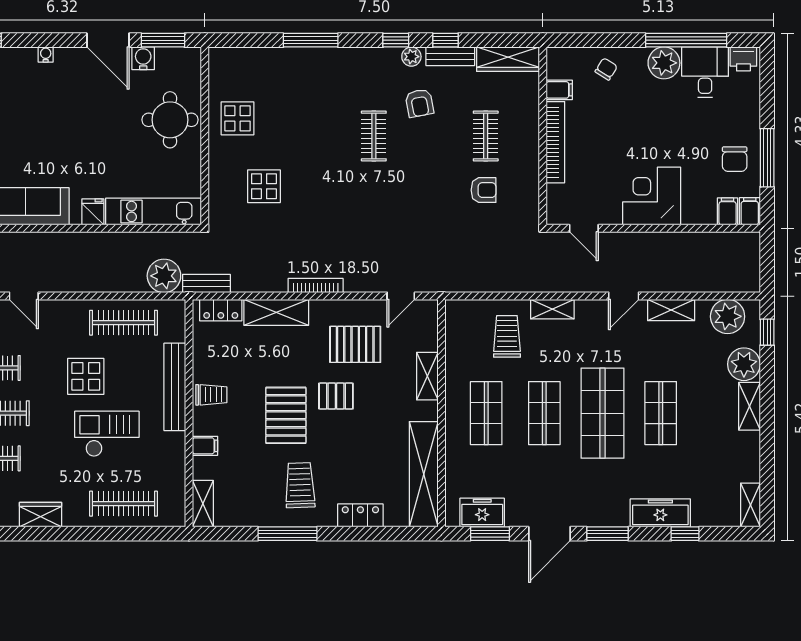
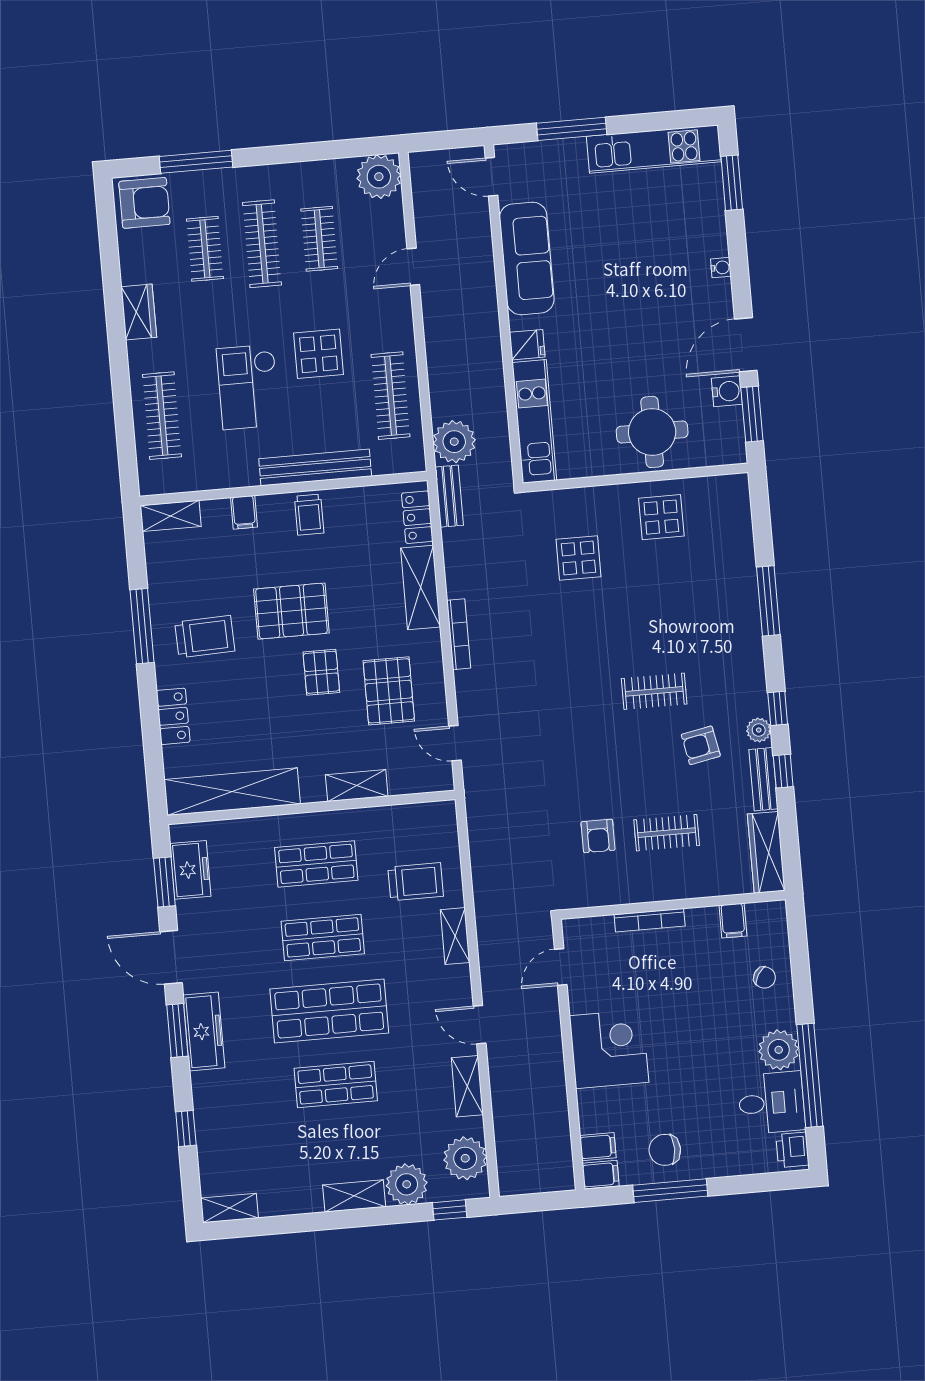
bookcase: (555, 142) -> (650, 920), width x0.68, depth x0.76
checkout: (107, 434) -> (248, 387), turned 180
freezer: (660, 513) -> (204, 1031), moved

